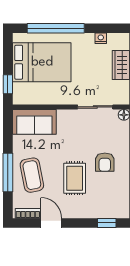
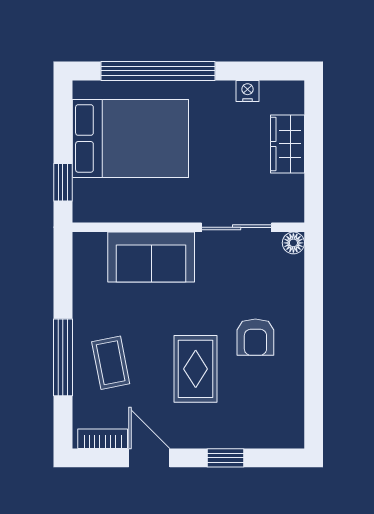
sofa: (34, 122) -> (151, 257), moved
coffee table: (32, 175) -> (111, 363), width x0.73, depth x0.77
window: (107, 223) -> (225, 458), moved

